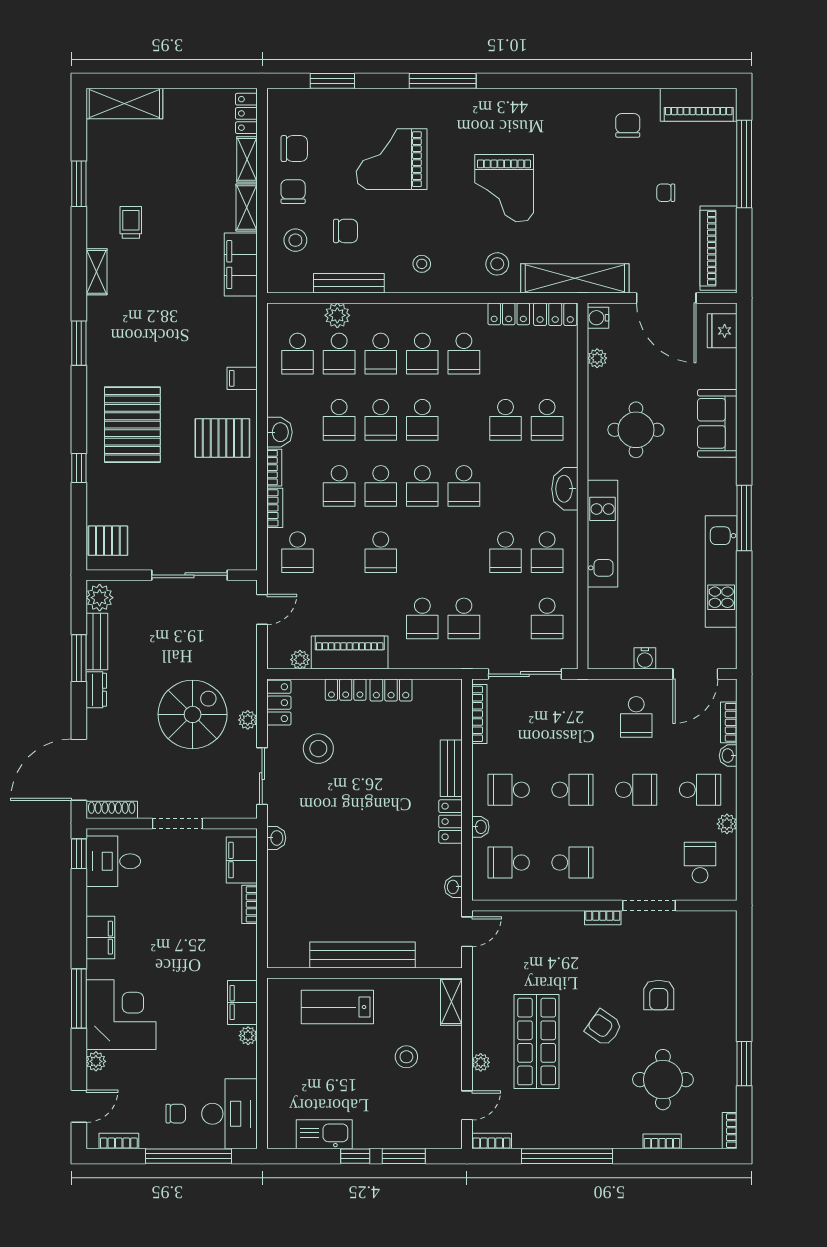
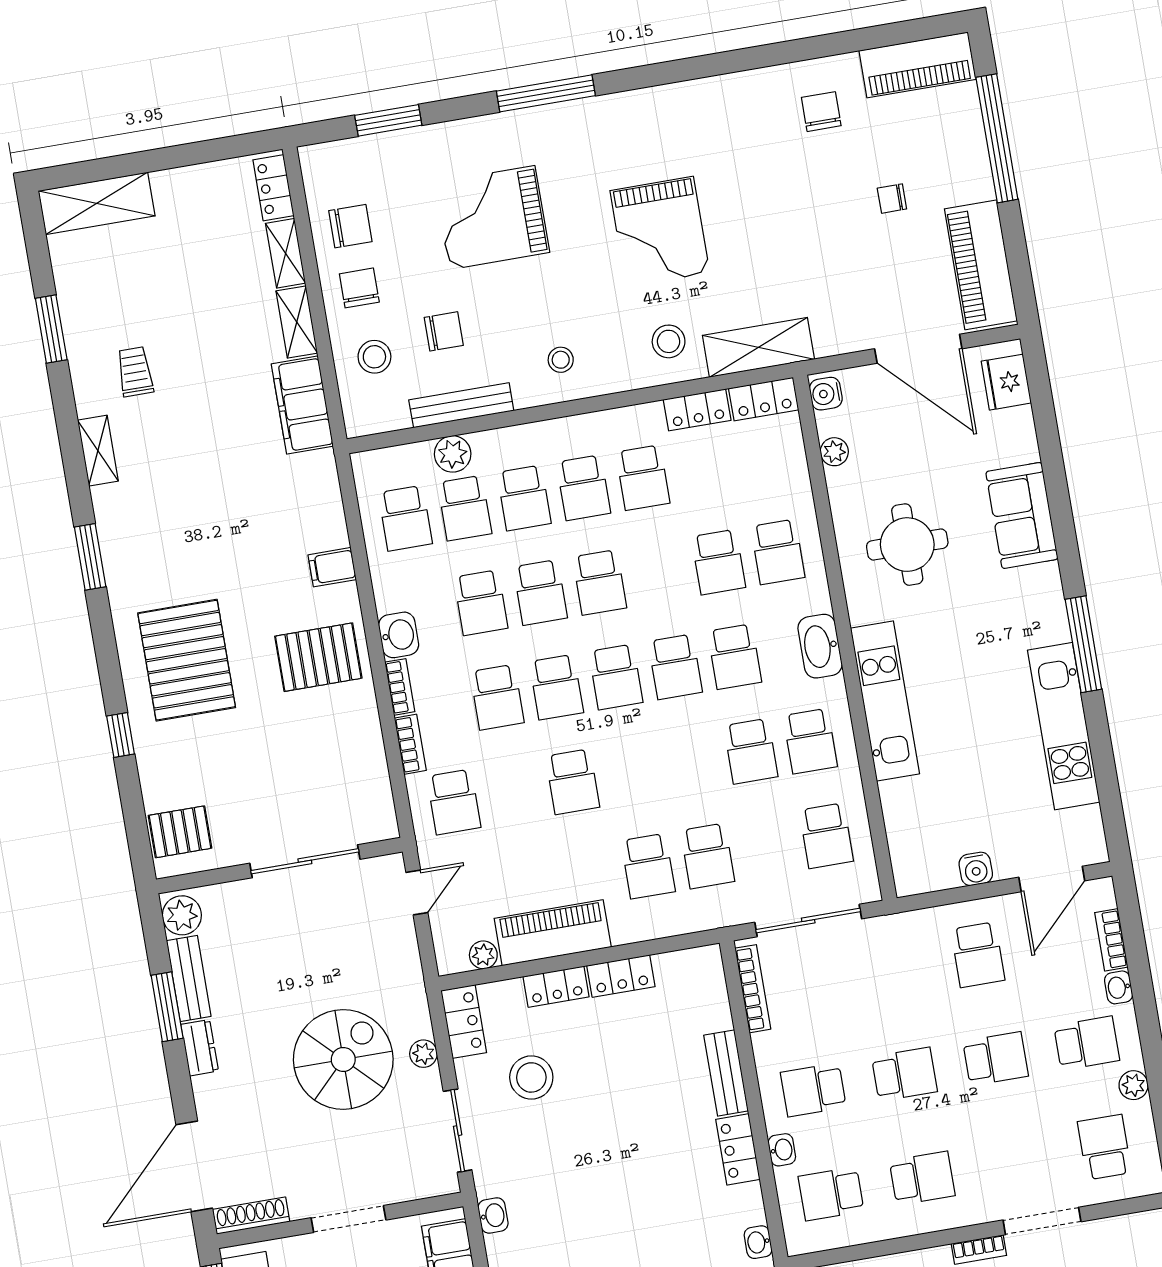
shelving: (575, 278) -> (758, 347), width x0.68
school desk: (506, 486) -> (735, 657), added

